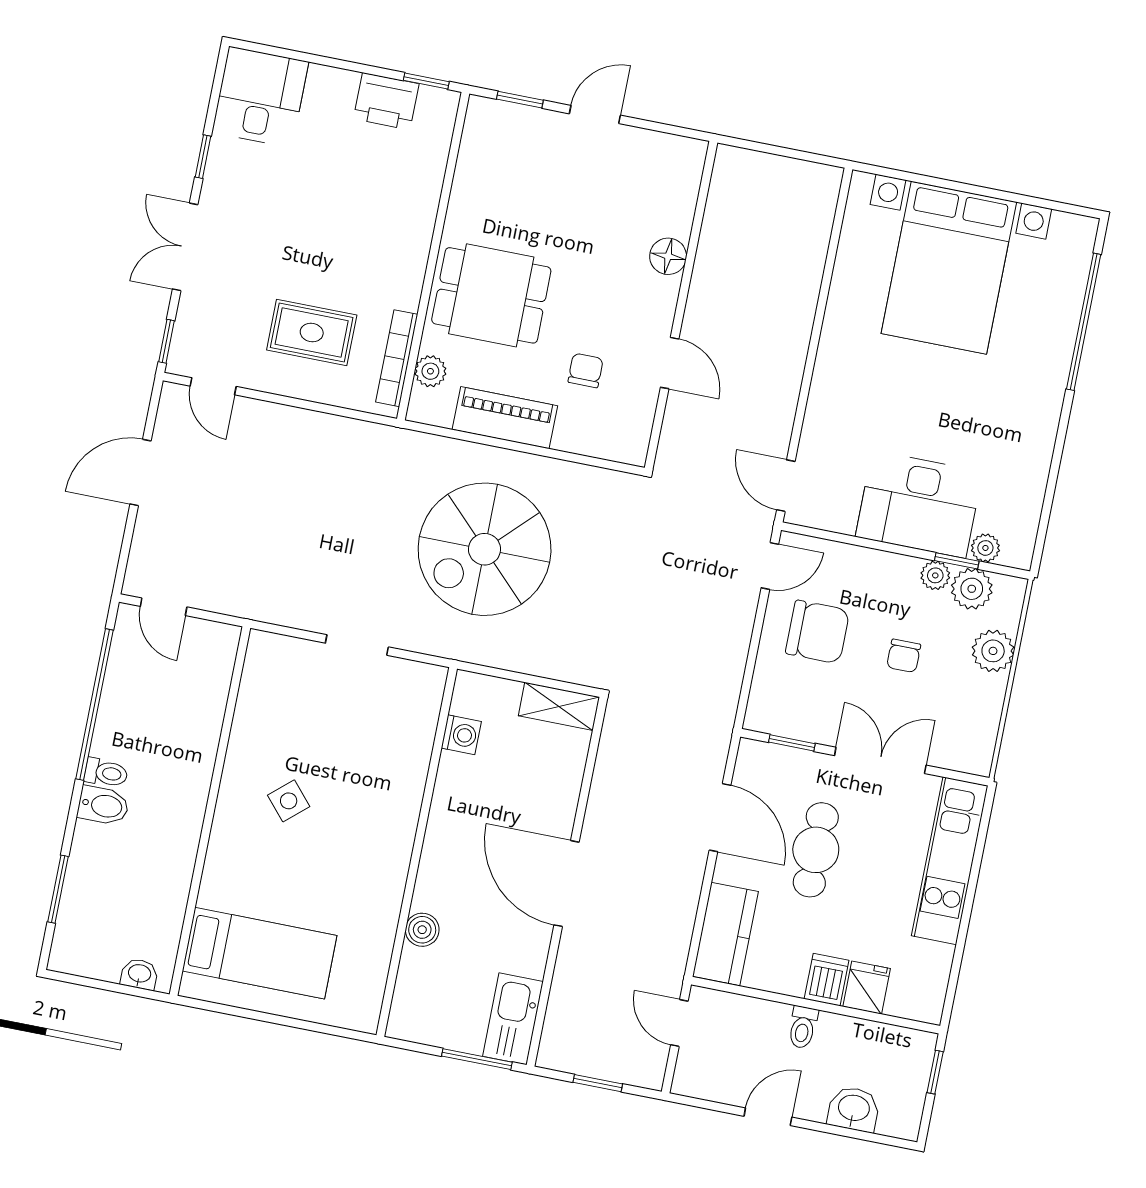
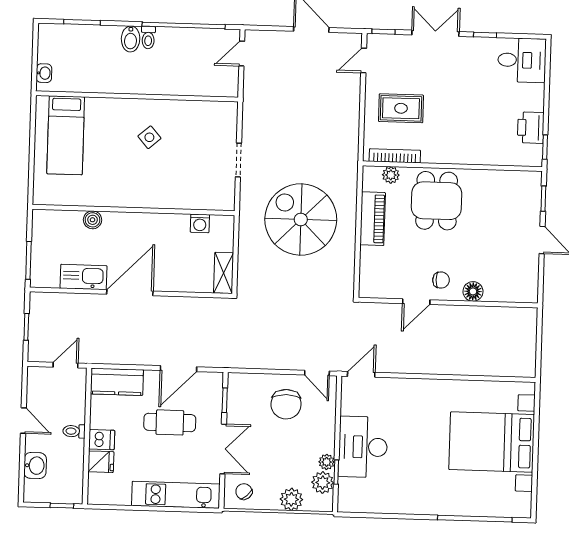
rug: (312, 332) -> (401, 108), turned 90
chair: (586, 370) -> (441, 280), moved
plant: (985, 548) -> (346, 486), removed
chair: (904, 656) -> (244, 492), moved, turned 48
kitchen sink: (513, 1019) -> (84, 277), moved

